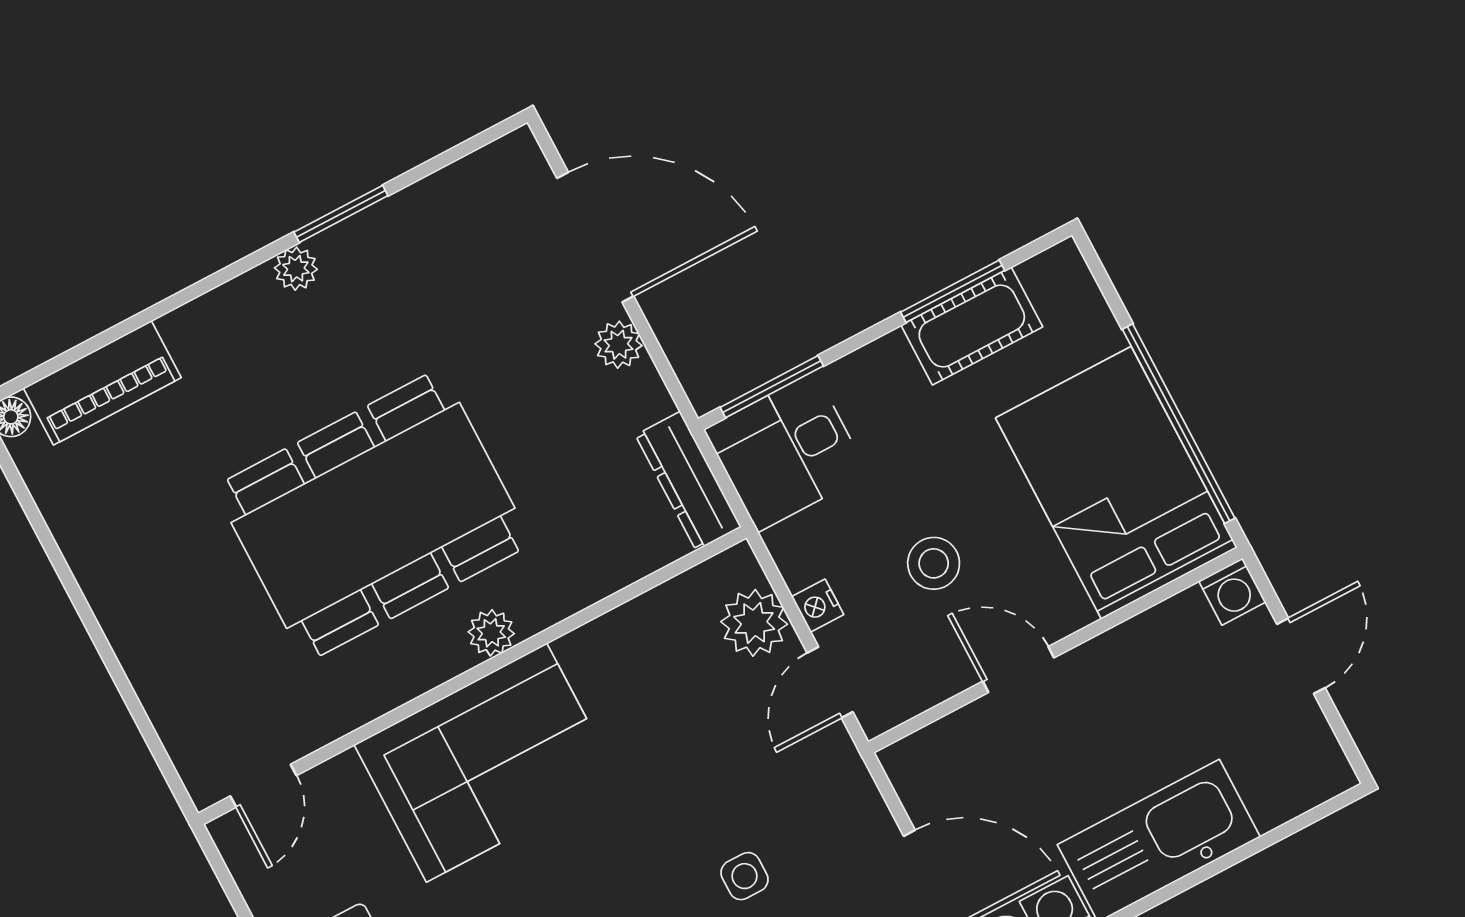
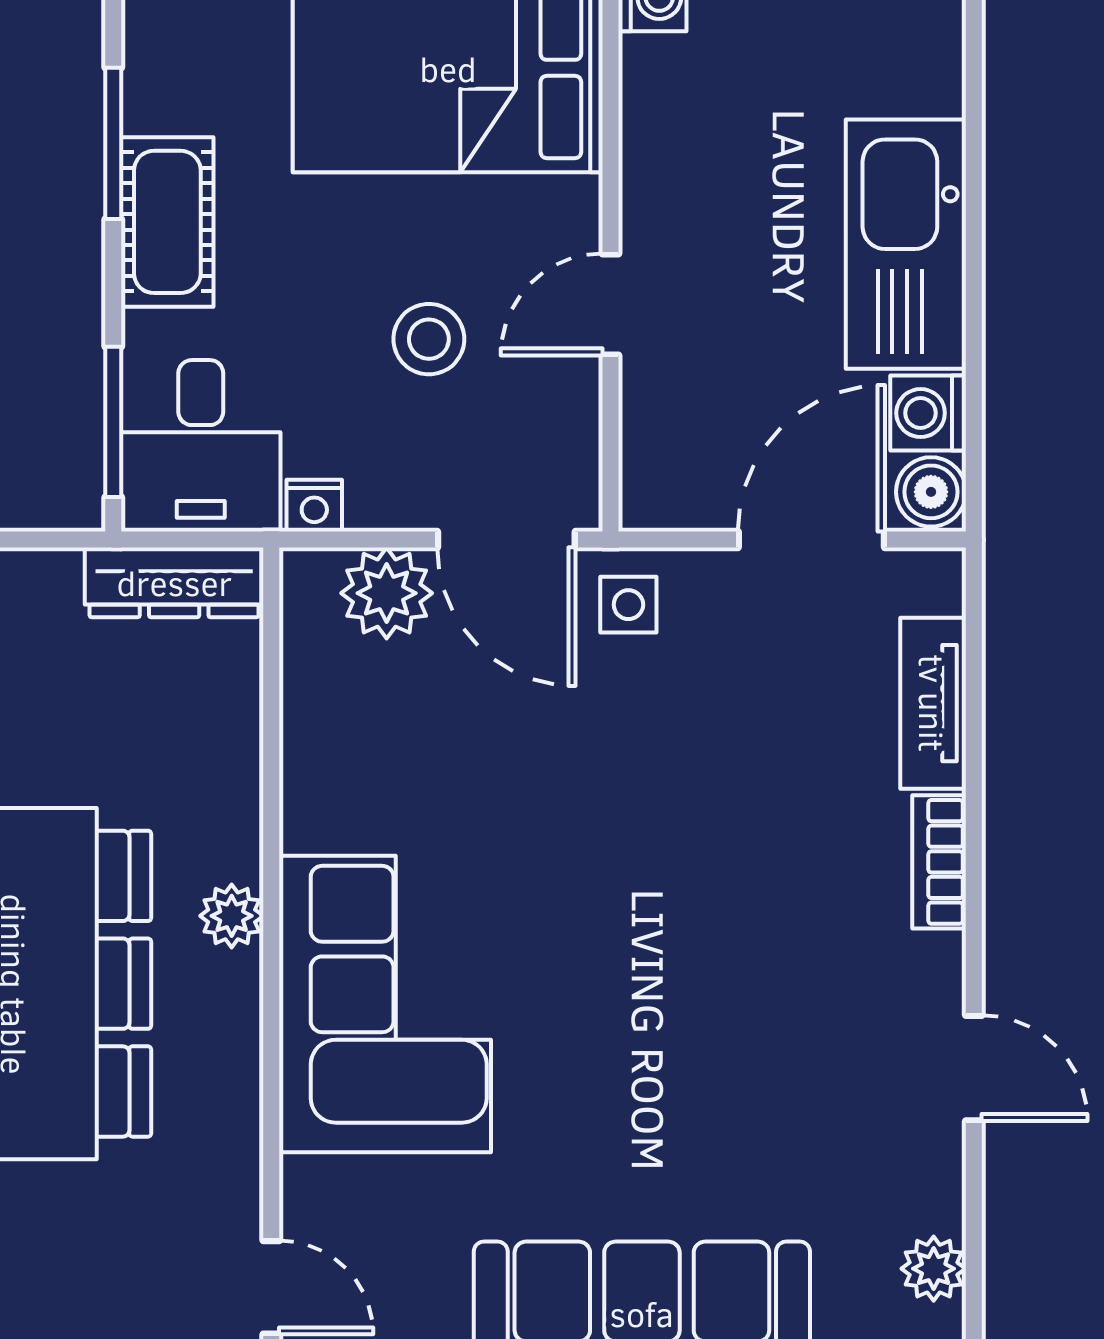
cot: (972, 326) -> (167, 222), moved
nightstand: (818, 606) -> (314, 506), moved
door: (830, 682) -> (506, 540), width x1.38
side table: (745, 876) -> (628, 605), moved

